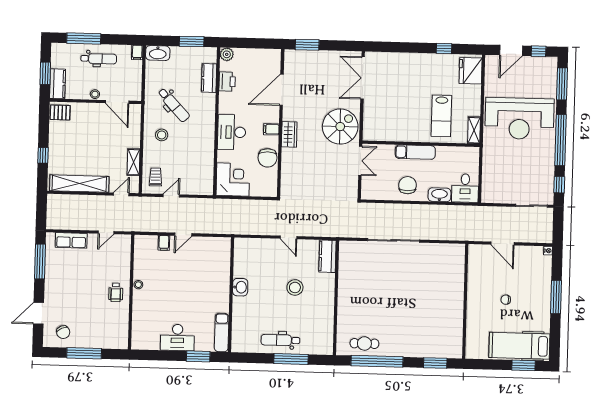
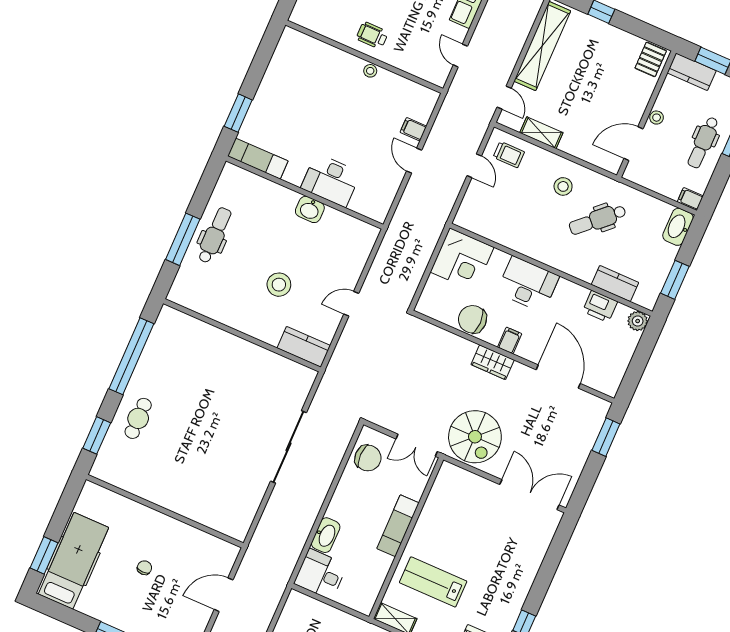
chair: (408, 185) -> (368, 458), moved
desk: (177, 337) -> (331, 180), moved, turned -90
cafe table: (364, 343) -> (138, 418), moved

